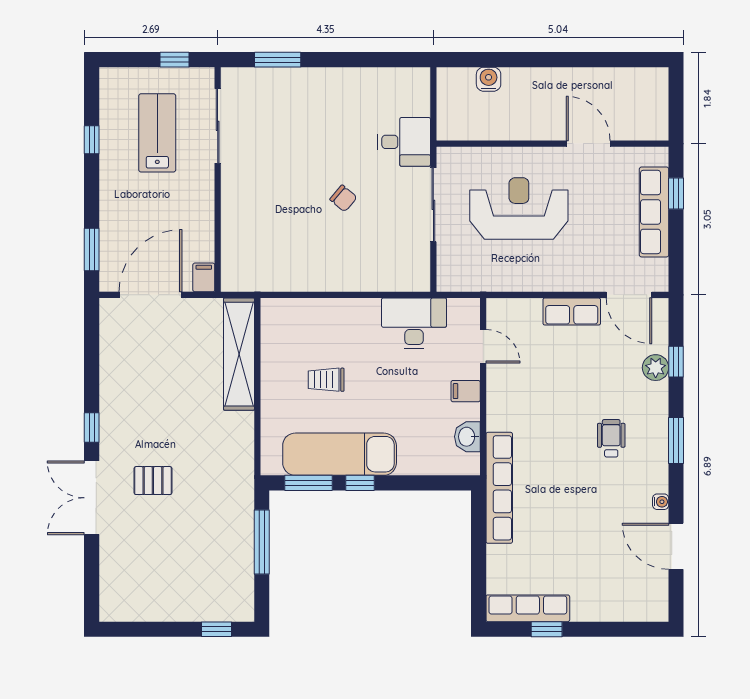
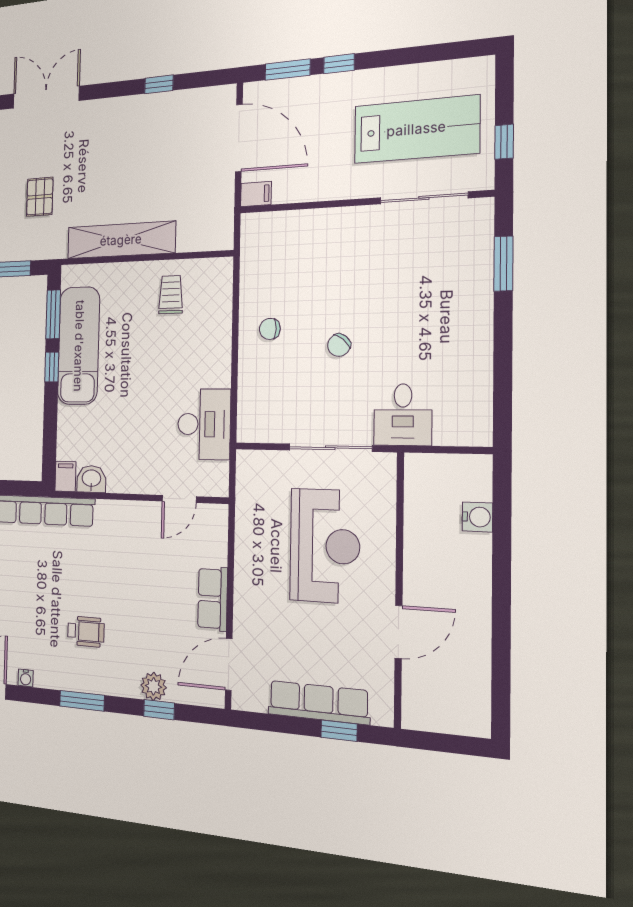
lab bench: (157, 133) -> (416, 129), width x1.36, depth x1.39
window: (92, 140) -> (339, 64), moved
chair: (328, 262) -> (270, 329), added
shelving: (239, 354) -> (121, 240), moved
trolley: (326, 380) -> (171, 295), moved
filing cabinet: (466, 391) -> (65, 476), moved
window: (92, 428) -> (159, 84), moved
pallet: (153, 481) -> (40, 197), moved

